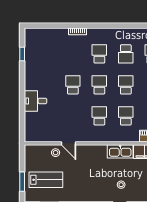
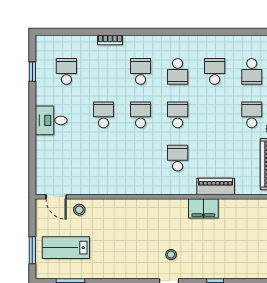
desk: (36, 101) -> (51, 120), moved
school desk: (99, 116) -> (66, 71), moved
door: (69, 143) -> (56, 197), moved
kitchen sink: (120, 151) -> (170, 208), removed
lab bench: (46, 180) -> (66, 248), turned 180

